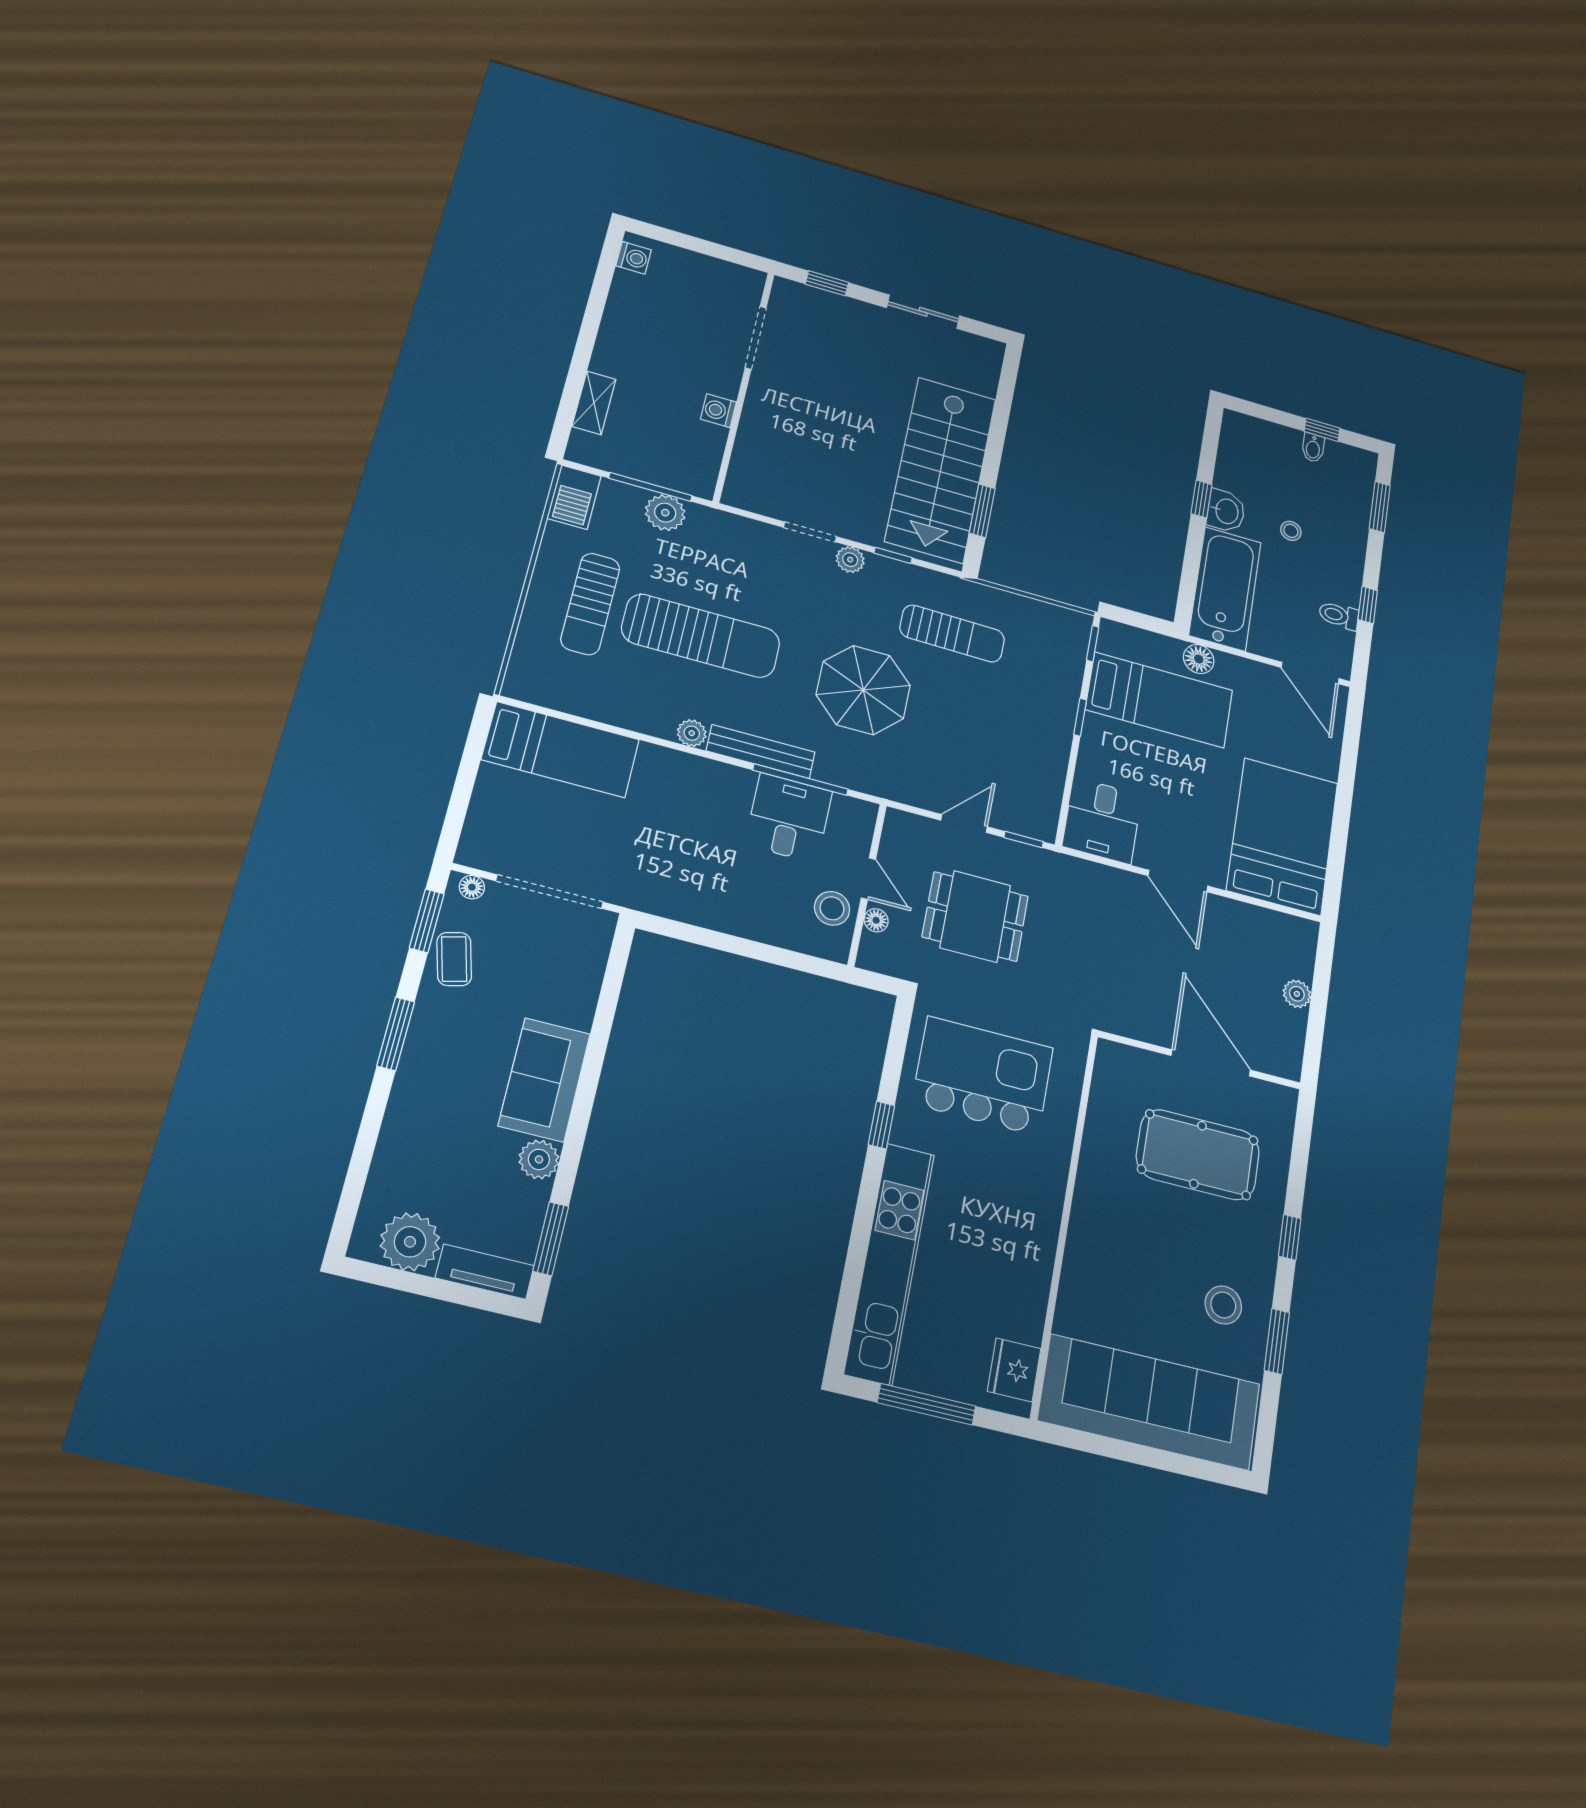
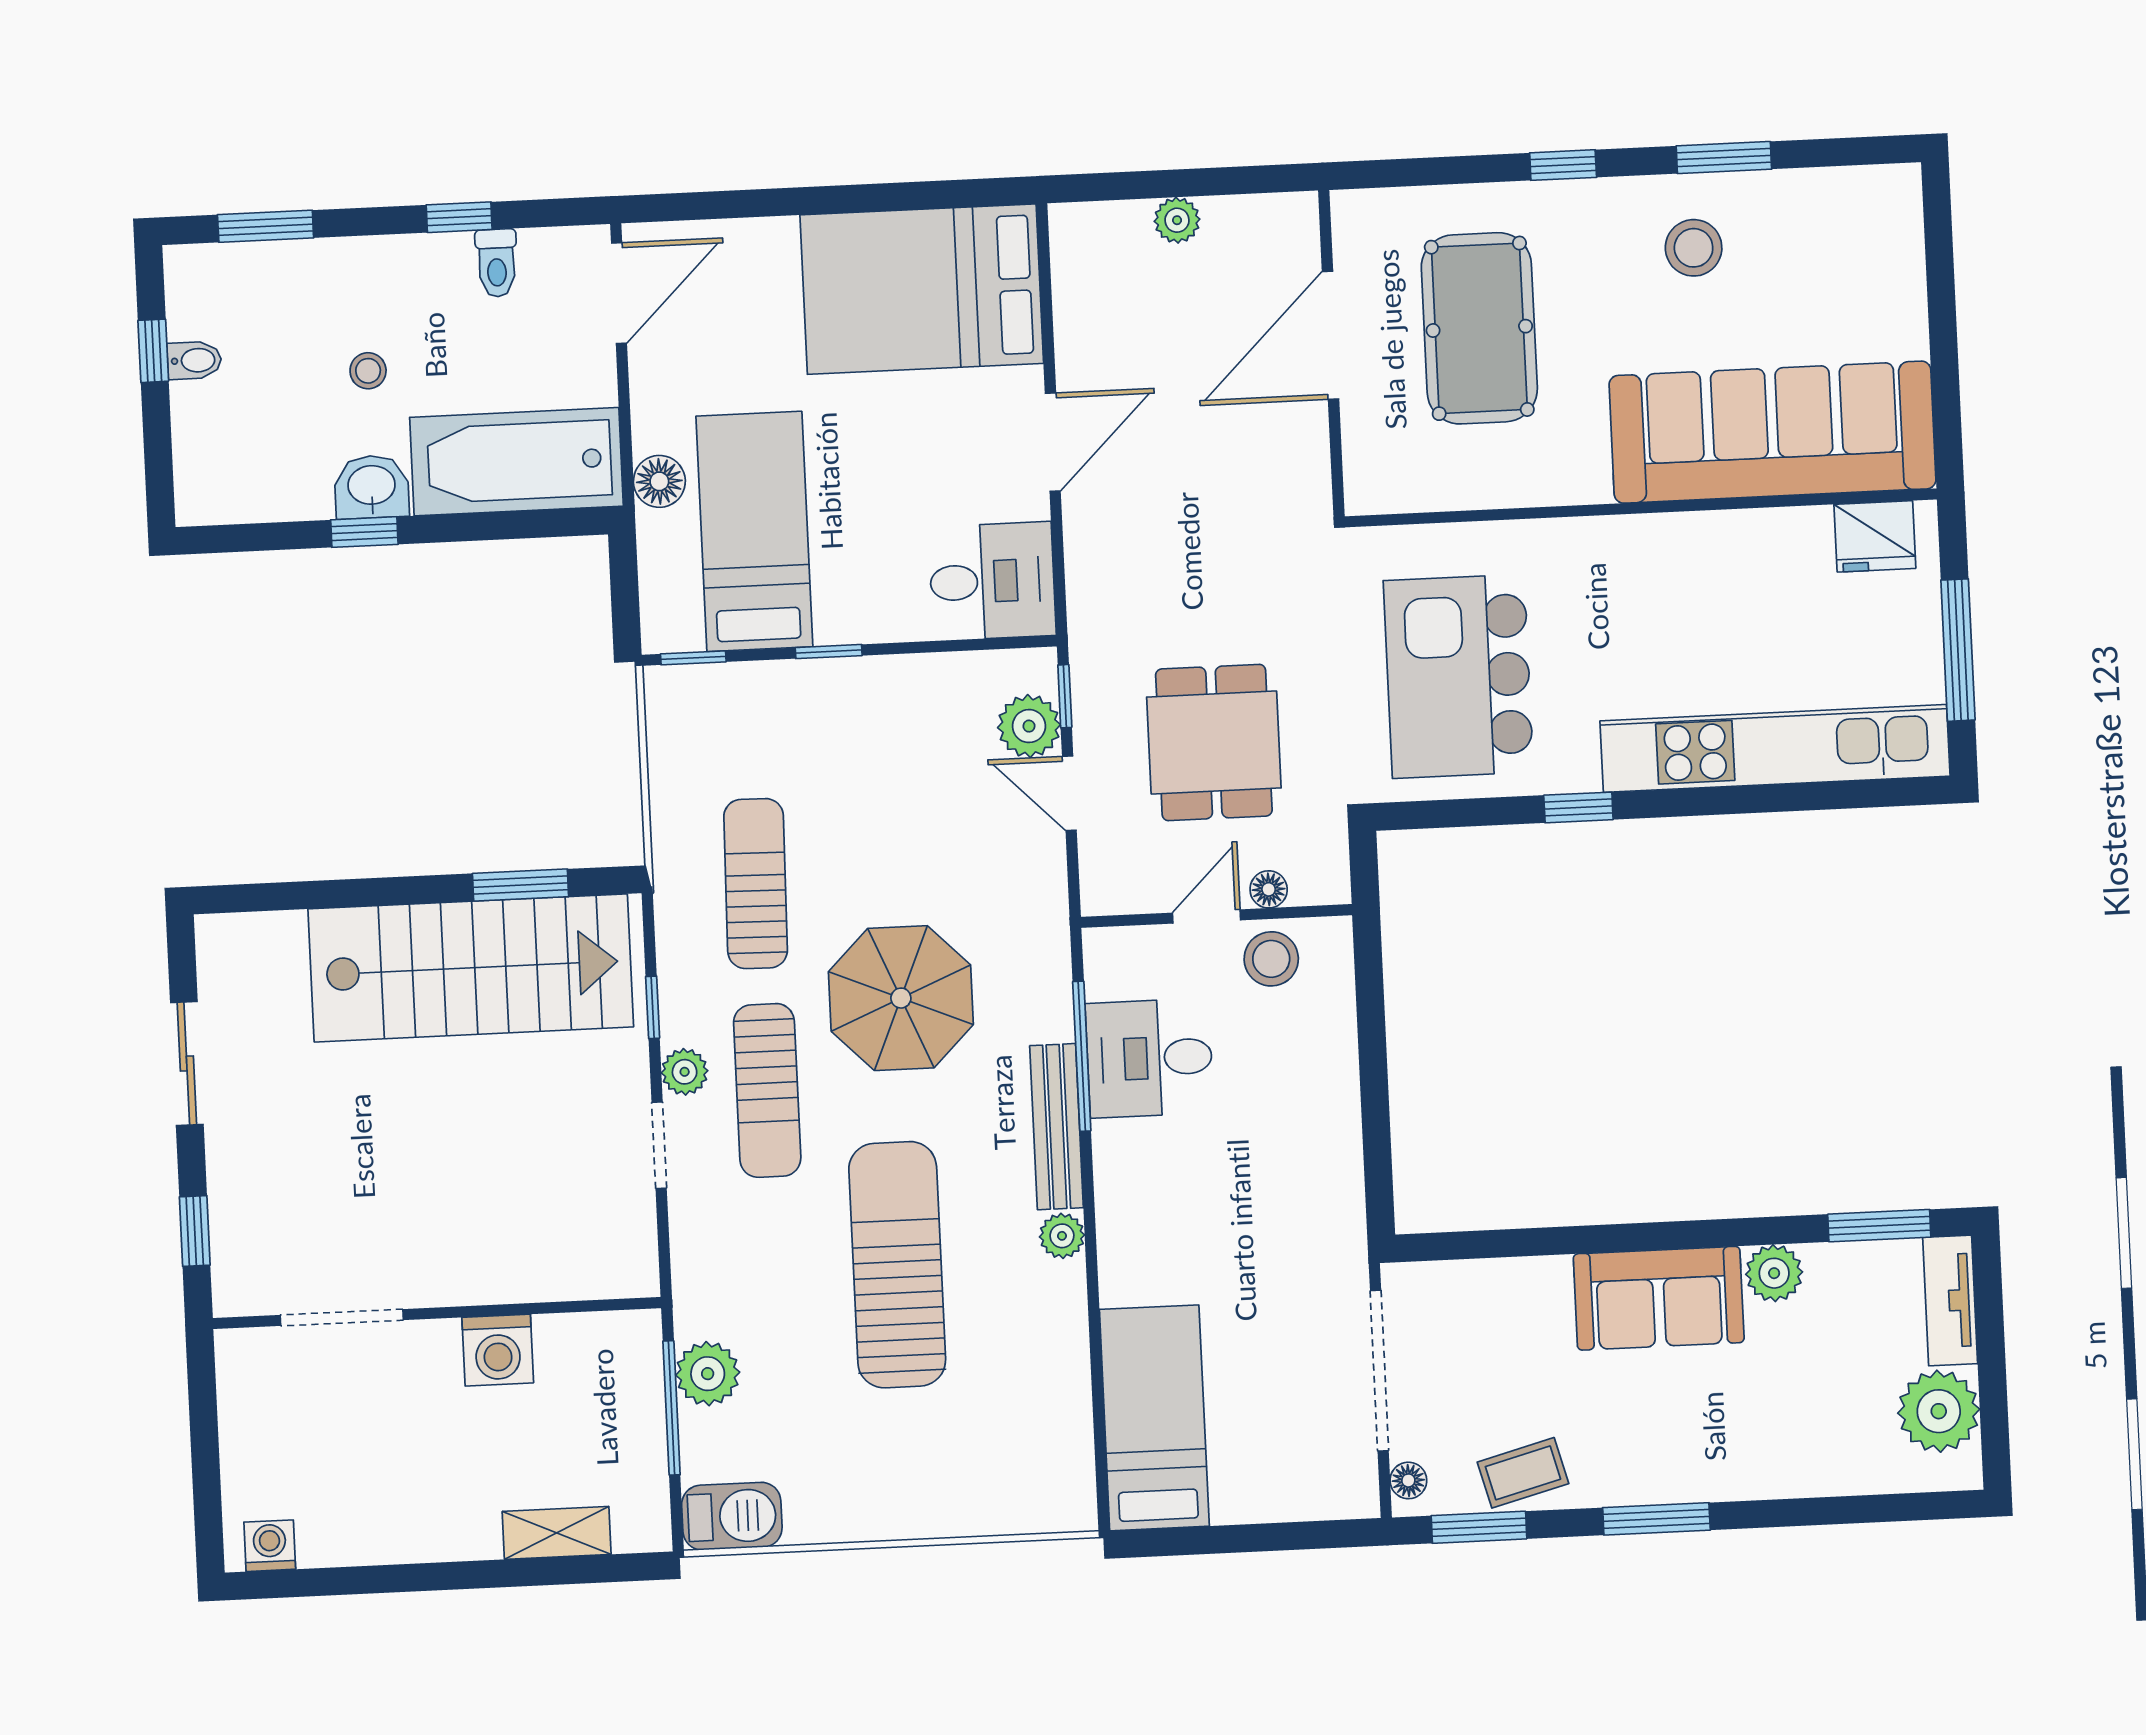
washing machine: (718, 411) -> (498, 1350), width x1.38, depth x1.38
sun lounger: (590, 604) -> (767, 1090), moved, turned 90
plant: (1010, 814) -> (1029, 726), added
sofa: (1150, 1402) -> (1773, 432), moved, turned 90

